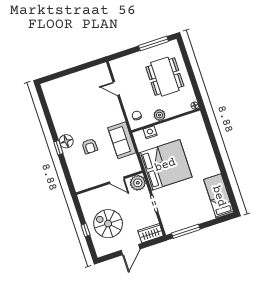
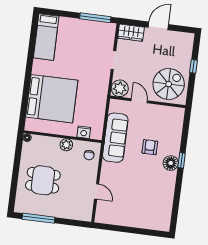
dining table: (165, 77) -> (43, 180), width x0.73
sofa: (122, 140) -> (115, 138), width x1.36
bed: (165, 165) -> (52, 99), moved, turned 180
spiral stairs: (108, 224) -> (169, 84), moved, turned -90

